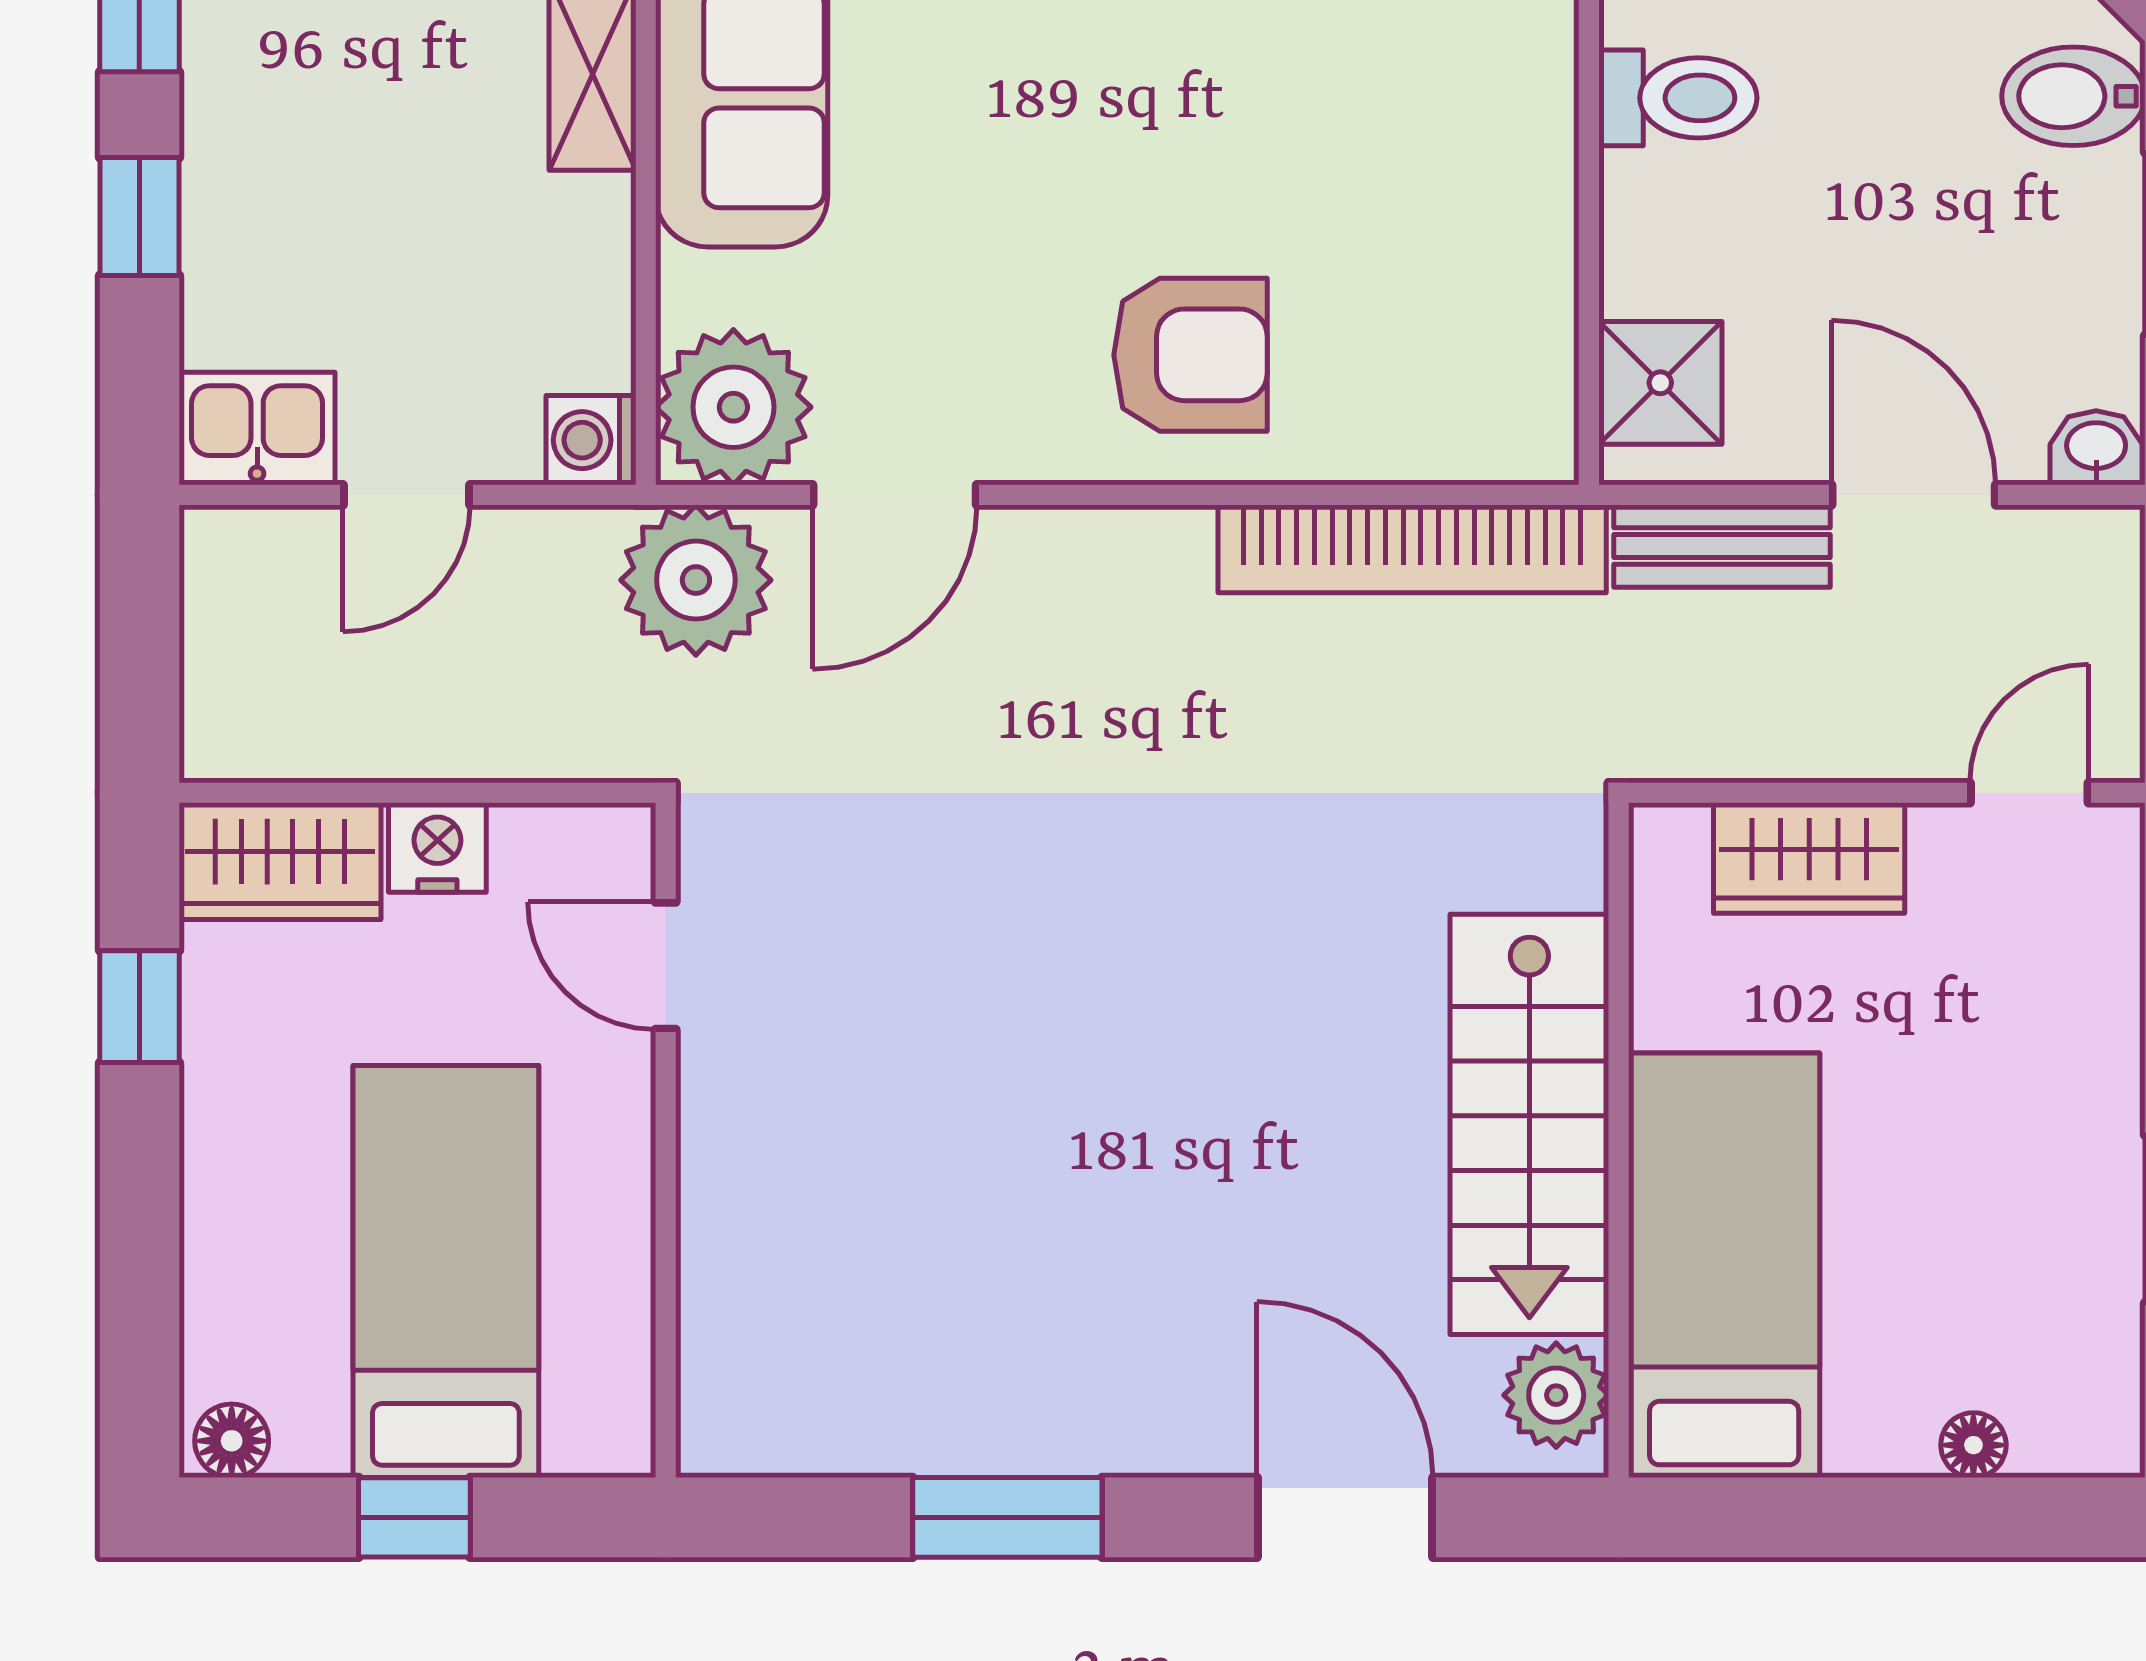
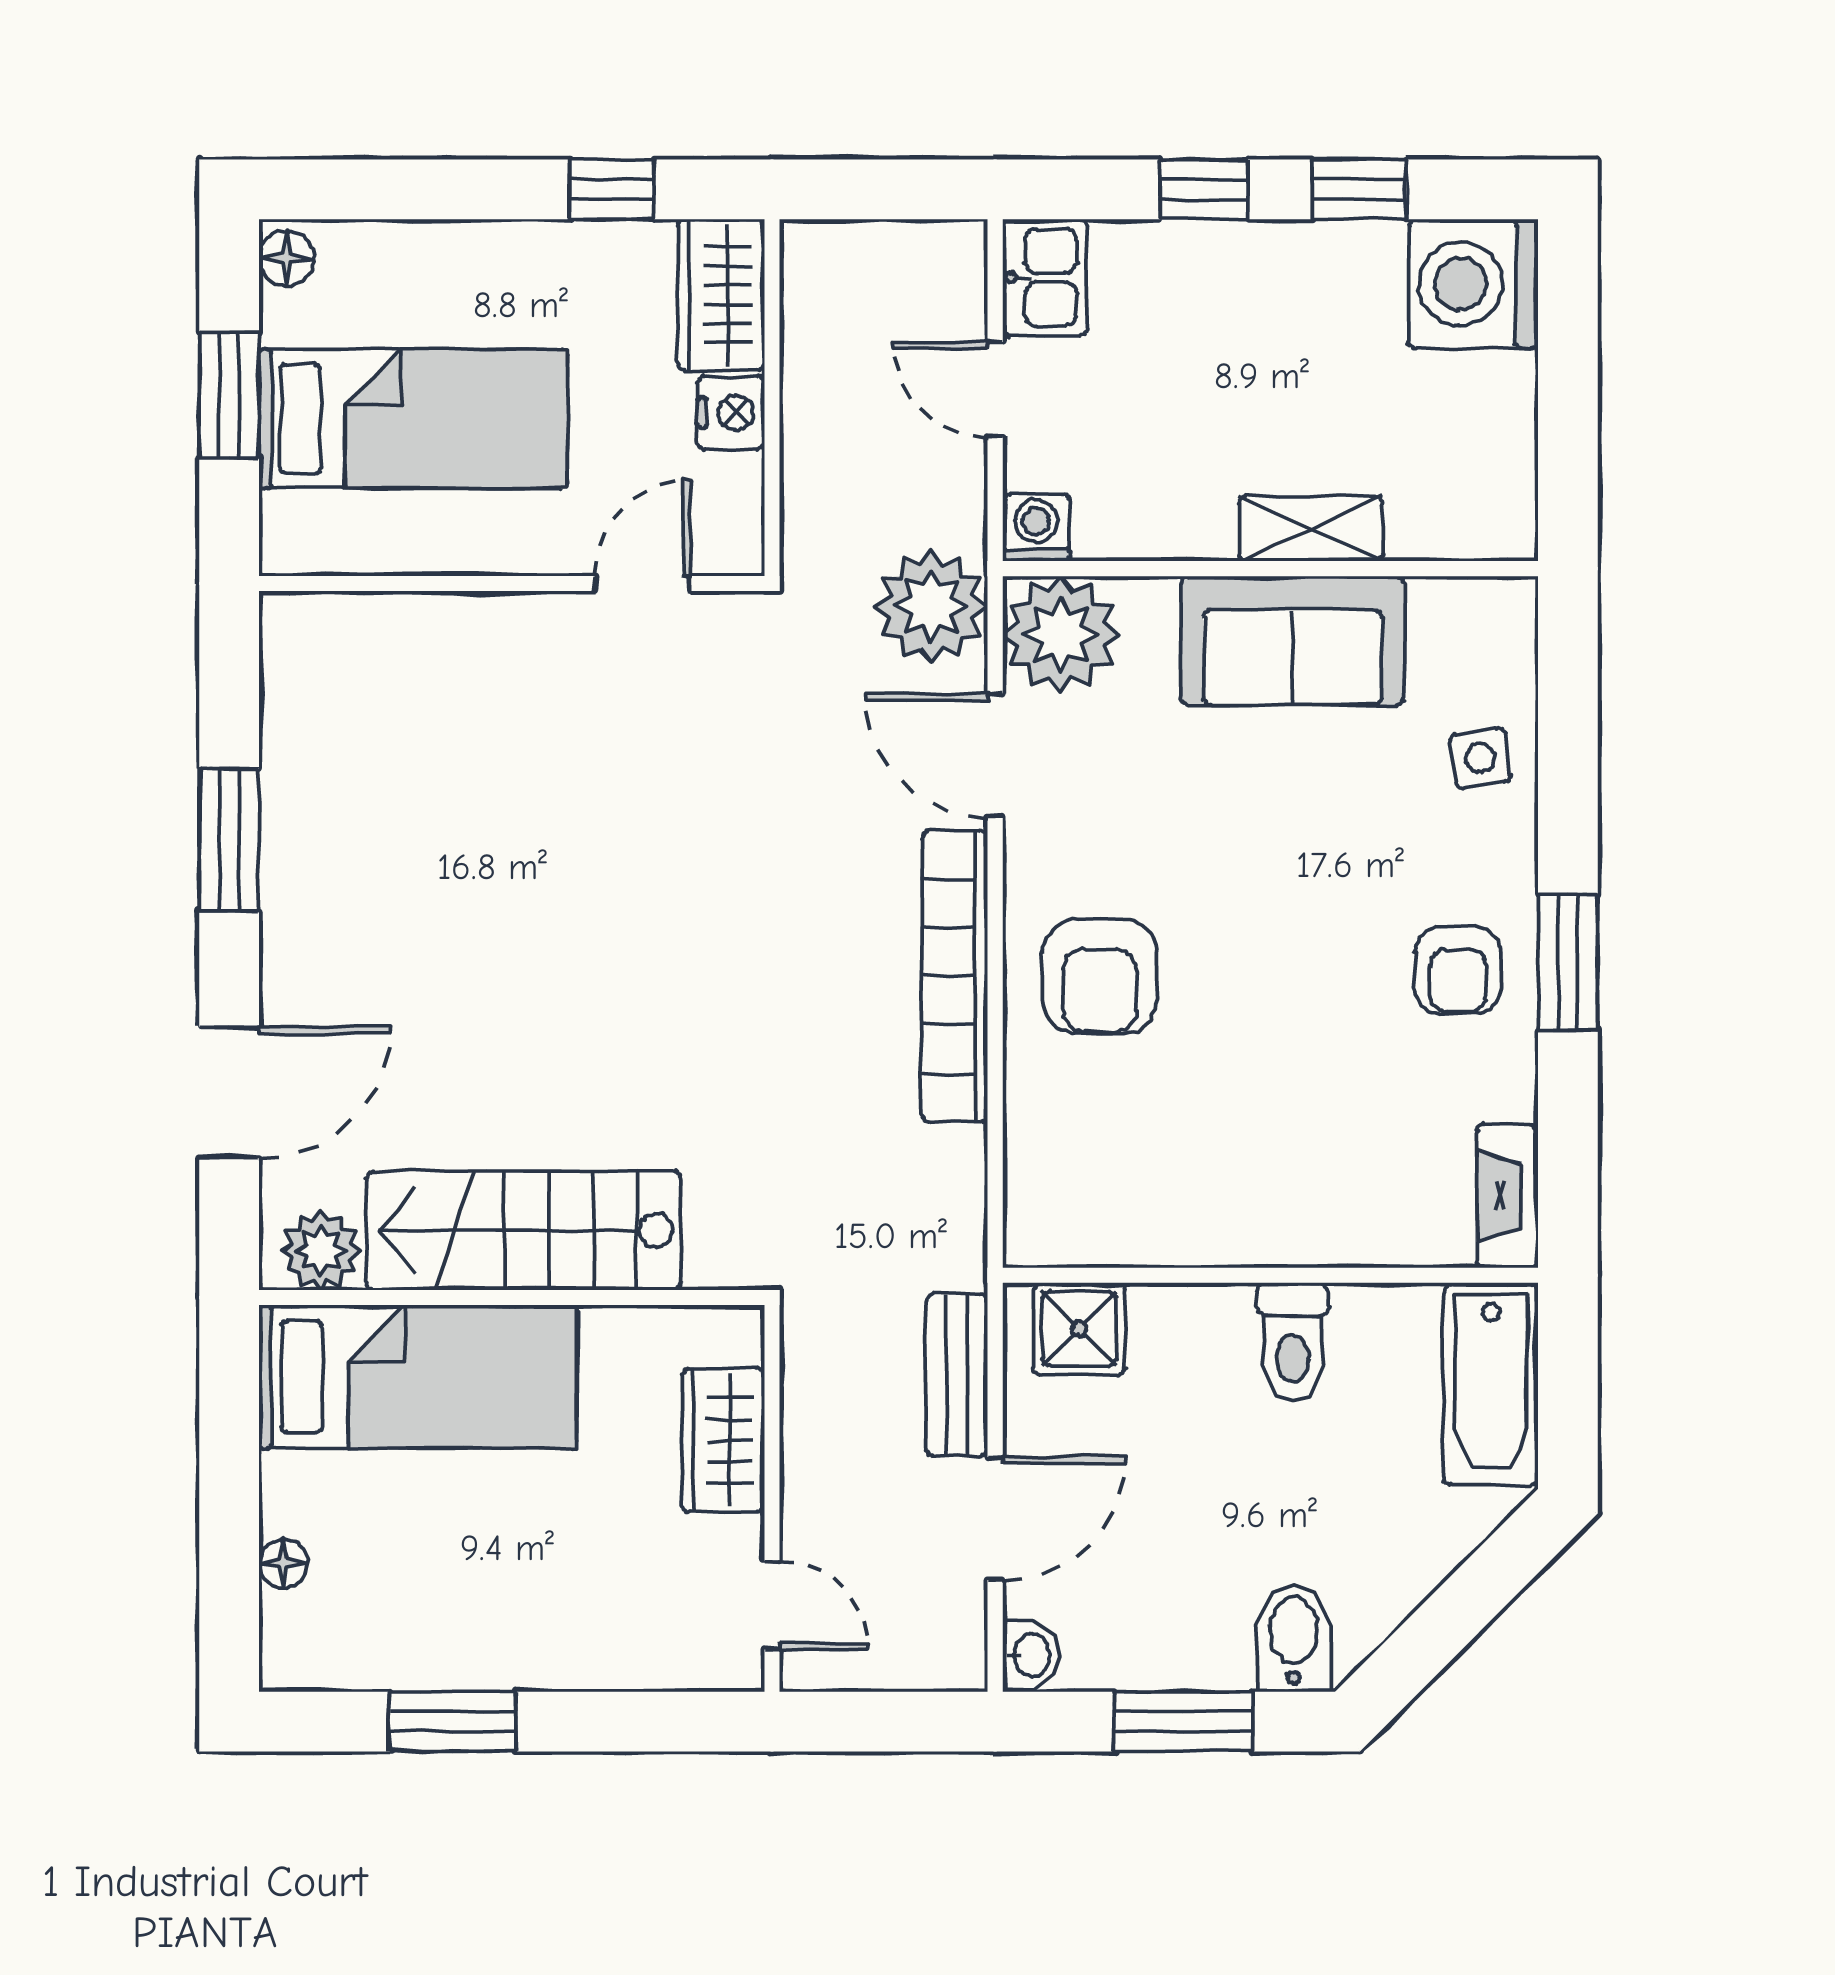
bookcase: (1412, 549) -> (955, 976), moved
window: (414, 1517) -> (229, 395), width x1.50

